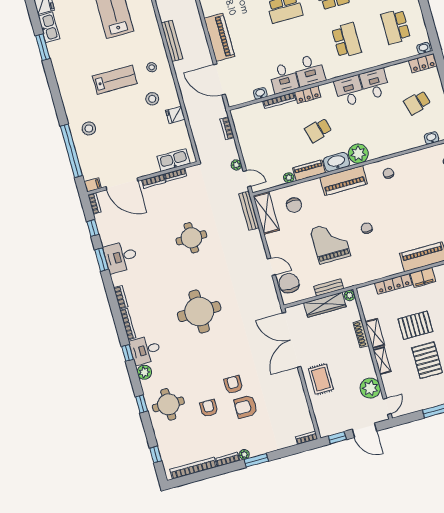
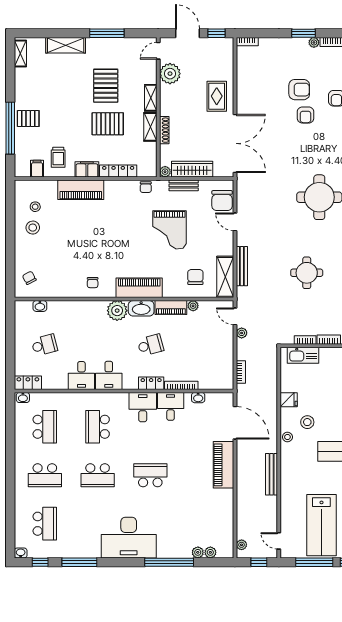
stool: (152, 67) -> (287, 437), moved
bench: (249, 211) -> (242, 266), moved
chair: (367, 228) -> (146, 187), moved

